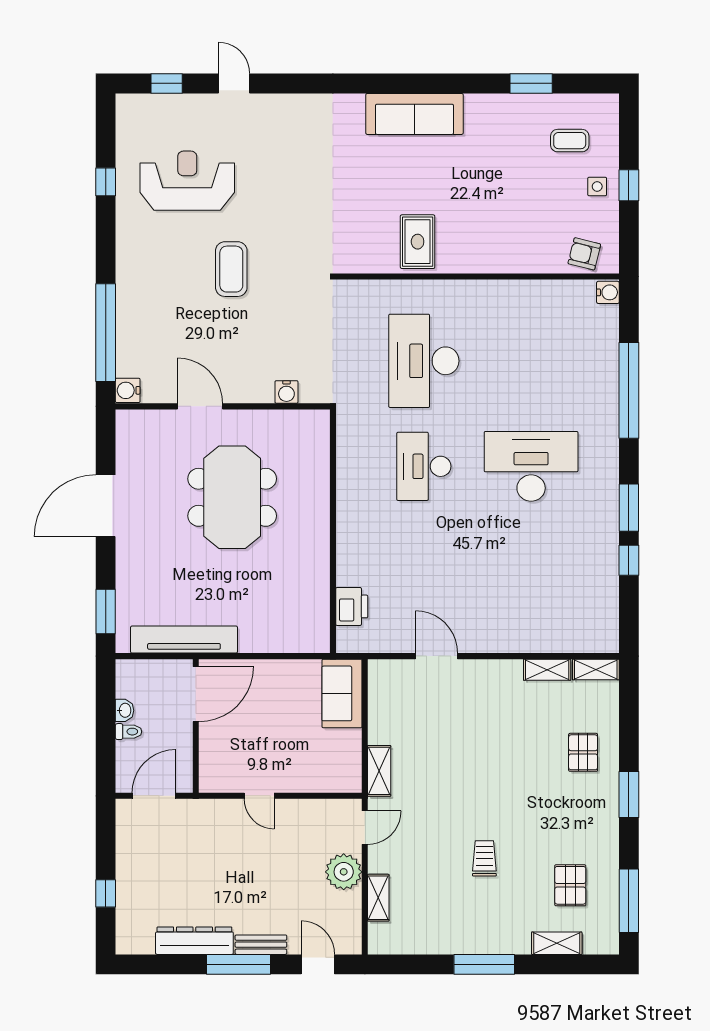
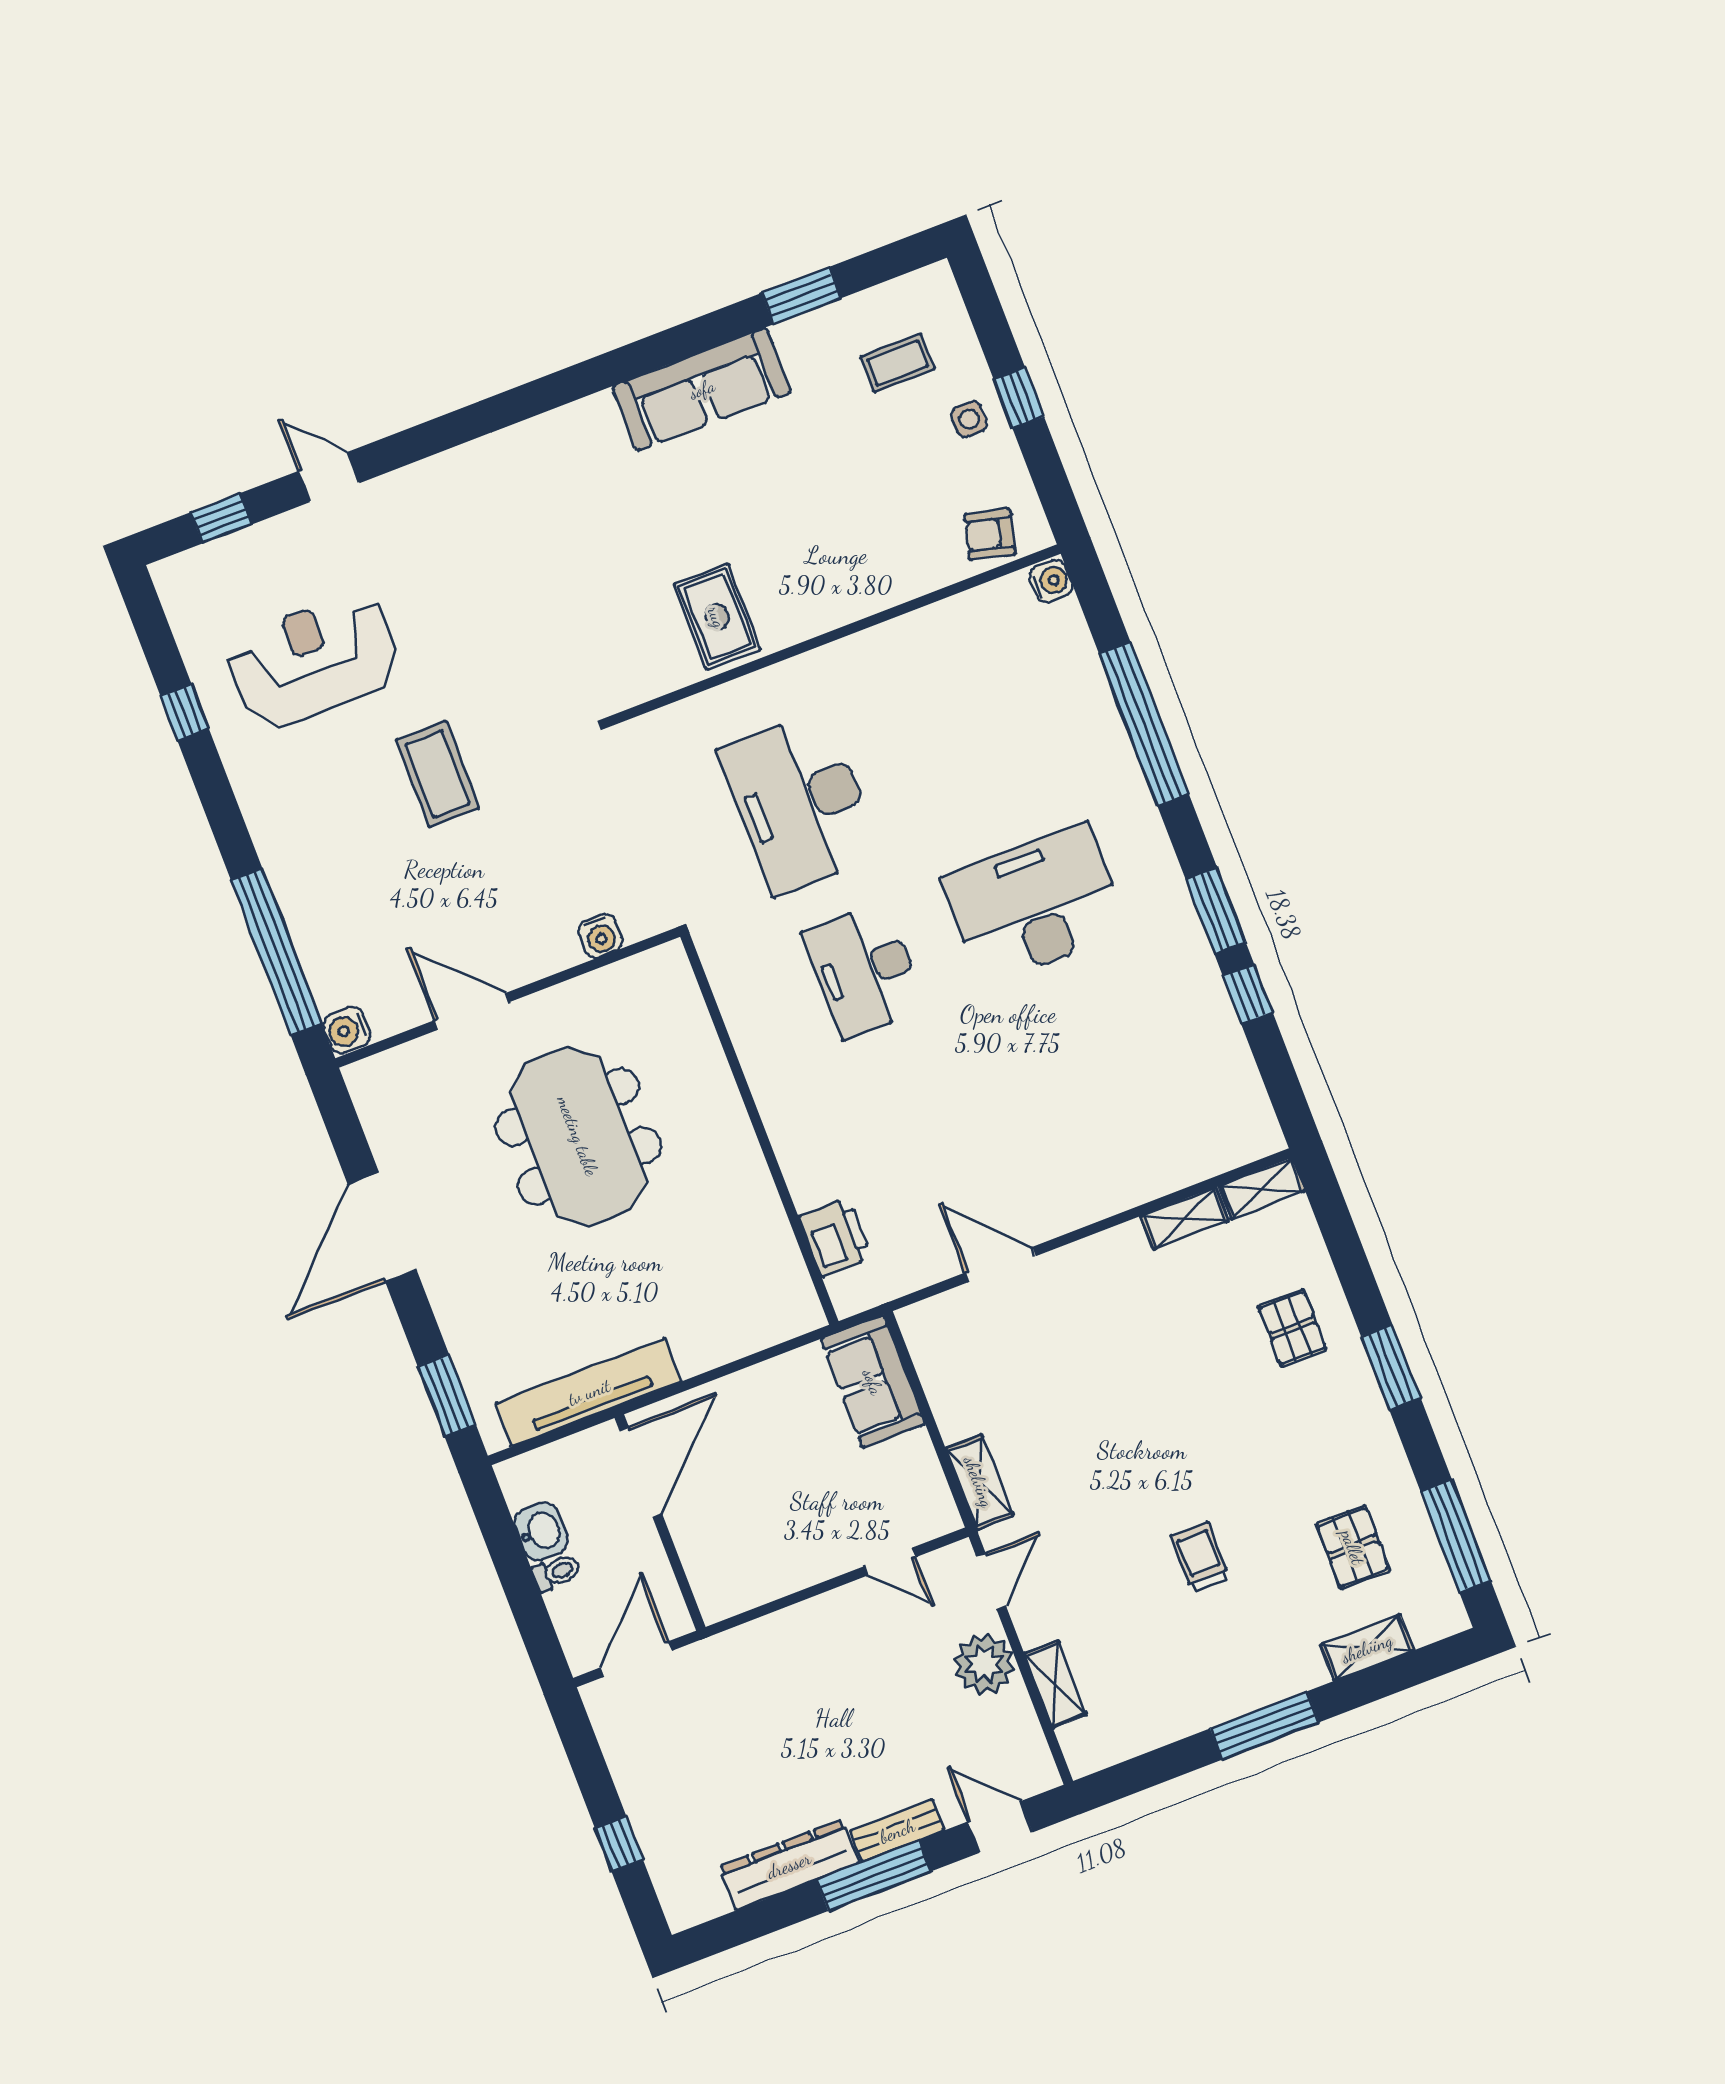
sofa: (414, 114) -> (702, 389), moved
washbasin: (125, 710) -> (541, 1532), width x1.38, depth x1.45
door: (259, 796) -> (890, 1562), moved

